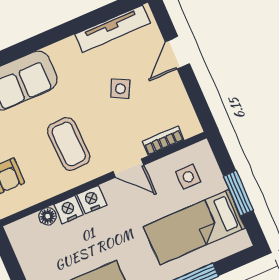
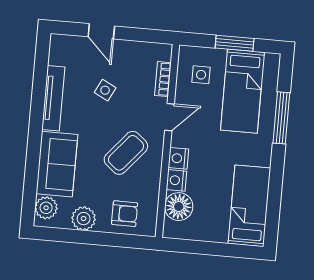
tv unit: (113, 29) -> (53, 98), moved
coffee table: (69, 144) -> (126, 153), turned -48
floor lamp: (48, 216) -> (179, 207), width x1.89, depth x1.89

